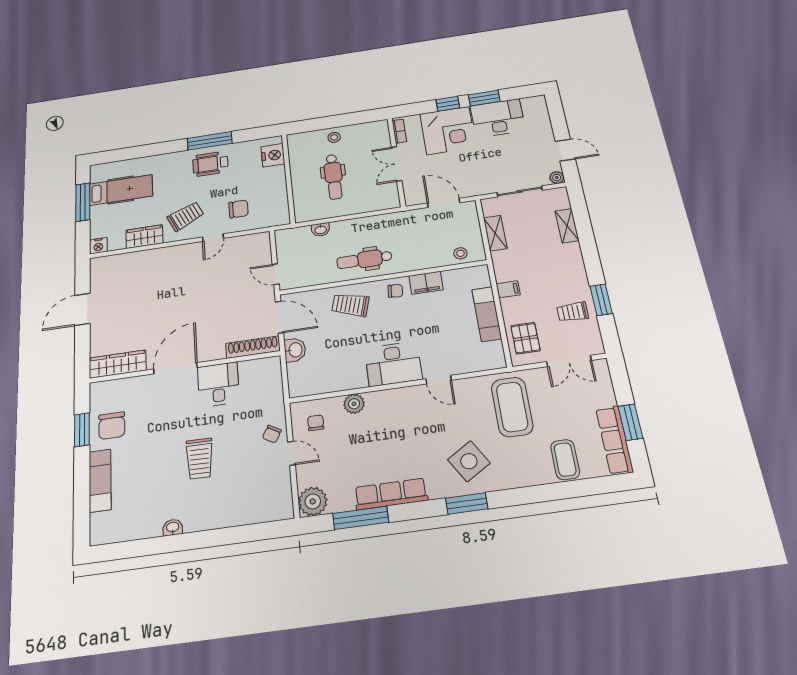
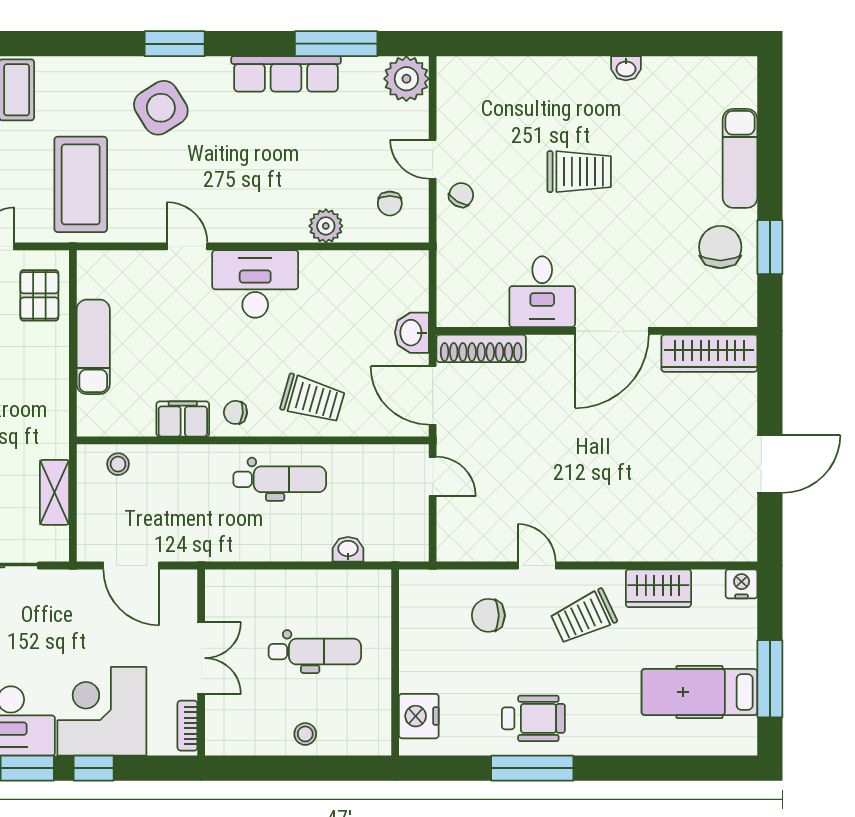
dental chair: (334, 177) -> (315, 652), turned 90
door: (213, 238) -> (537, 565), hinge flipped
filing cabinet: (508, 289) -> (52, 385), removed
trolley: (199, 459) -> (579, 172), turned 89

